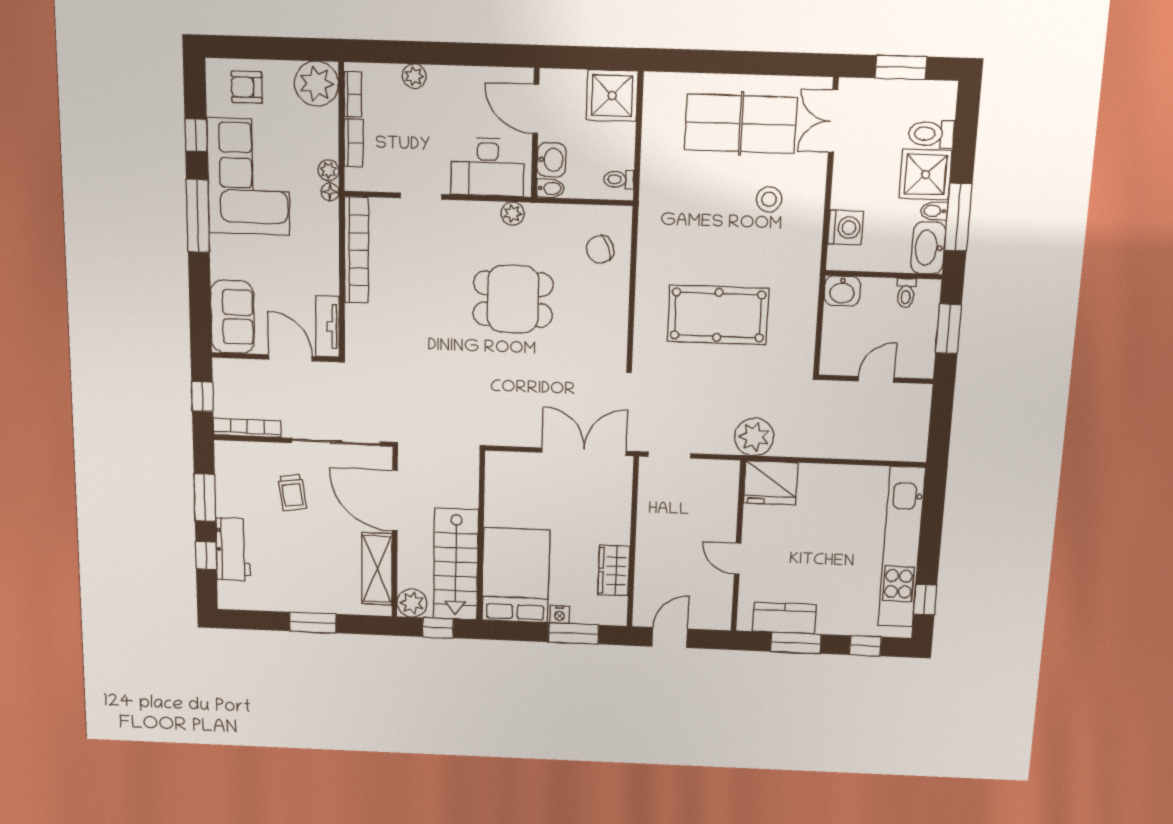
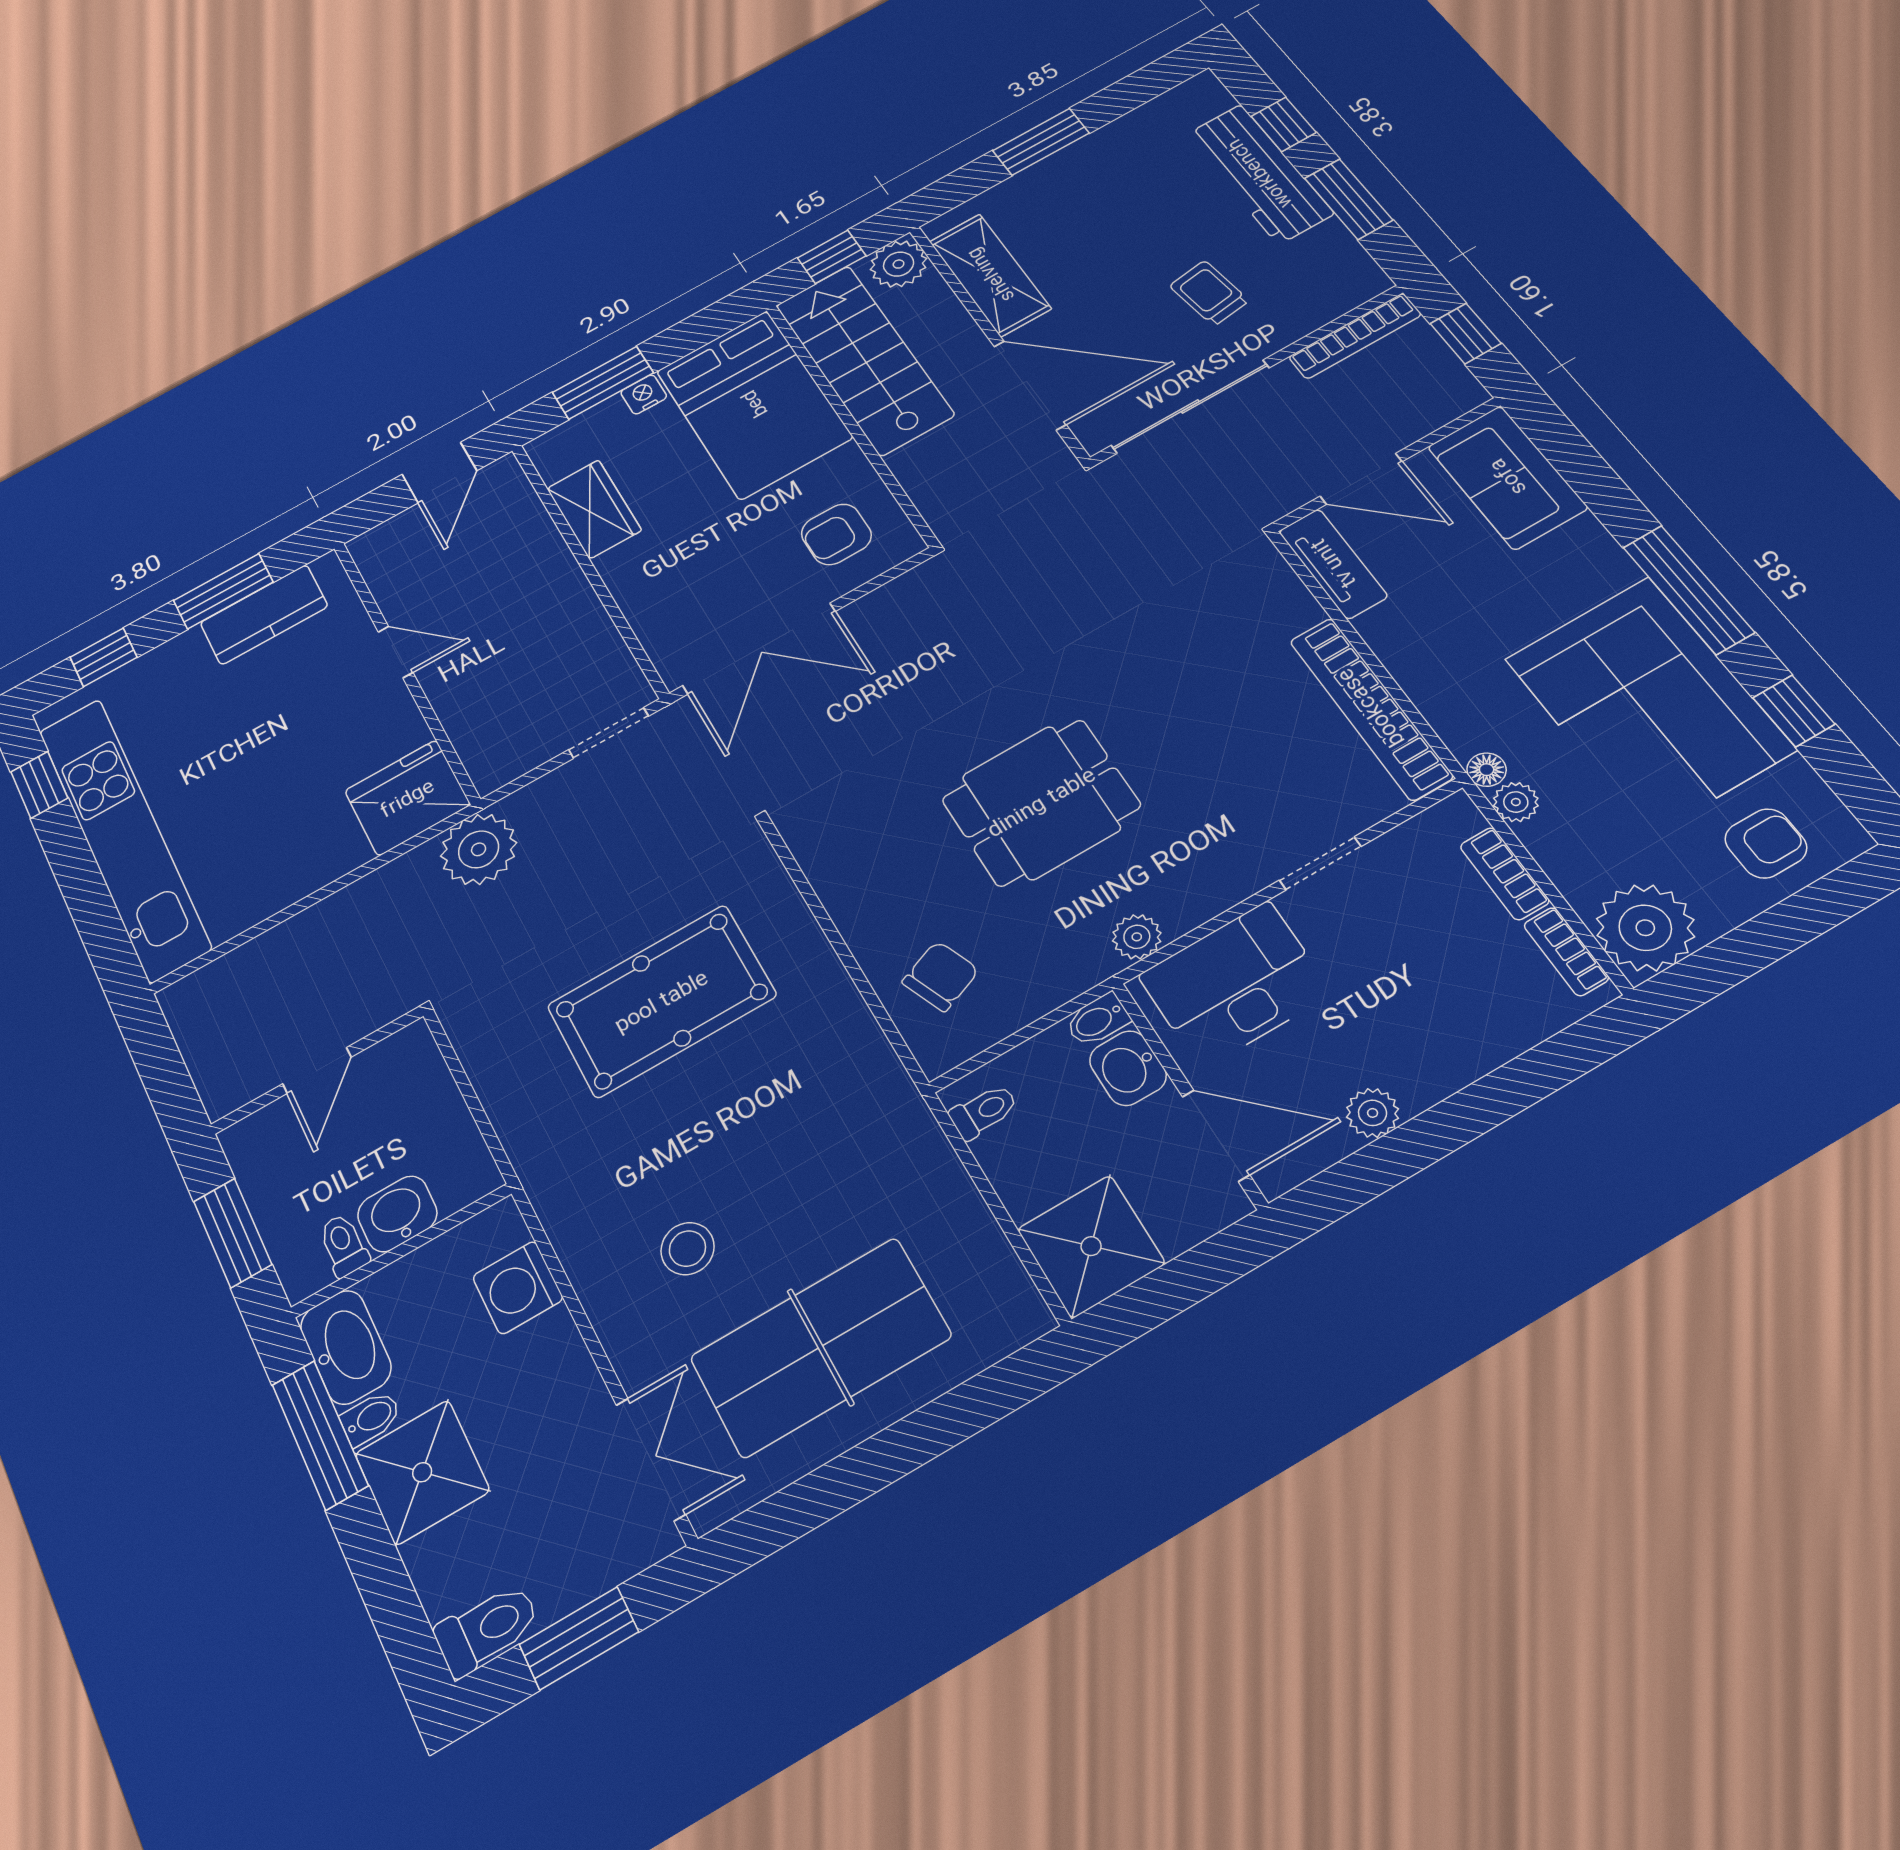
plant: (414, 76) -> (1373, 1113), moved
toilet: (931, 134) -> (487, 1629), moved
washbasin: (842, 291) -> (397, 1214), moved
armchair: (519, 485) -> (836, 534), added
workbench: (233, 549) -> (1259, 174), width x1.38

